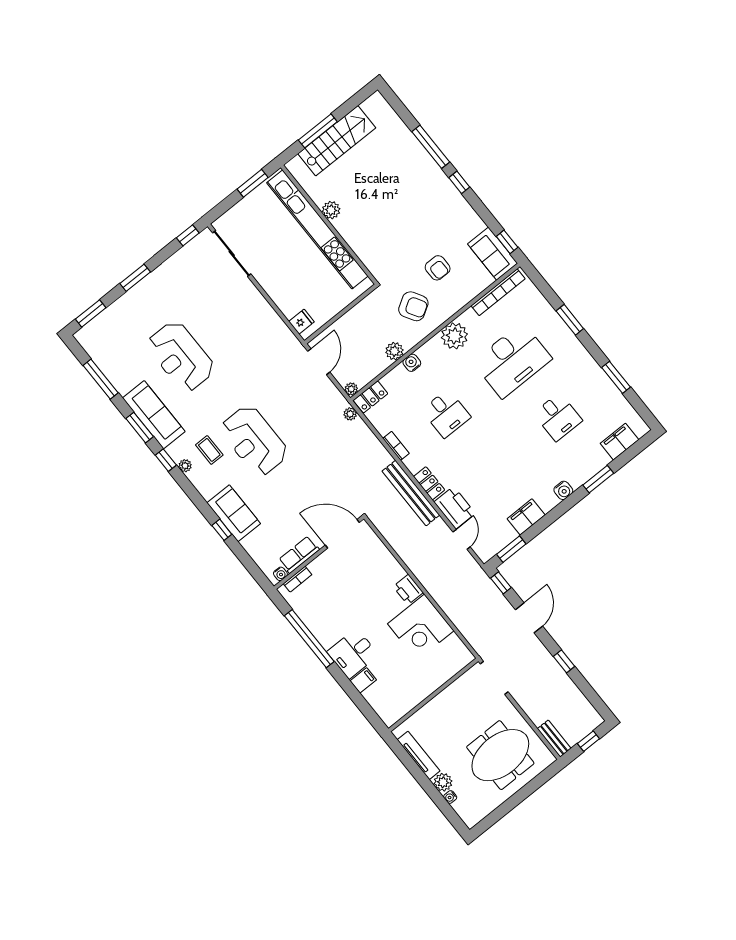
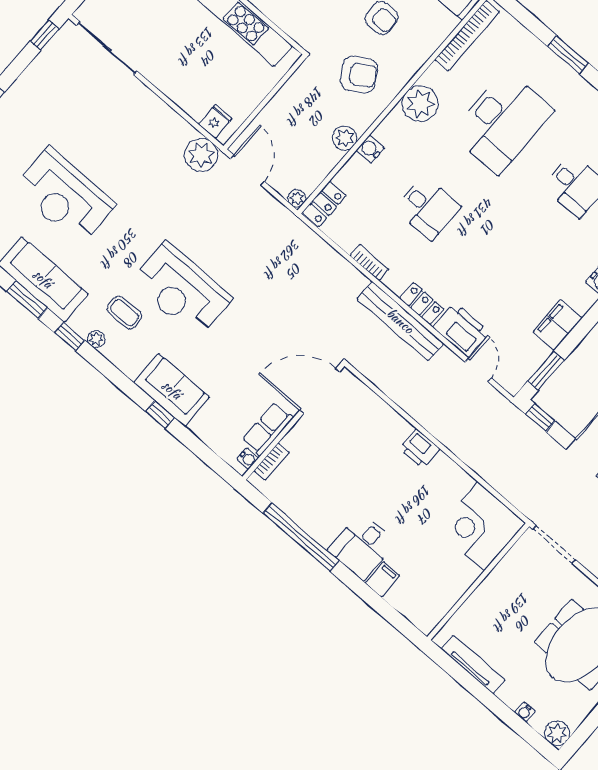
plant: (350, 414) -> (201, 155), moved, width x1.88, depth x1.88
corner desk: (421, 627) -> (481, 526), moved, turned 90
plant: (443, 782) -> (557, 733), moved

